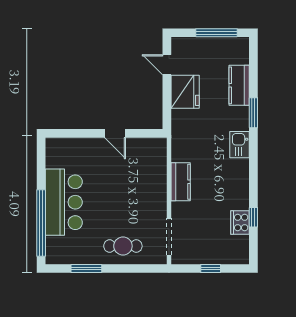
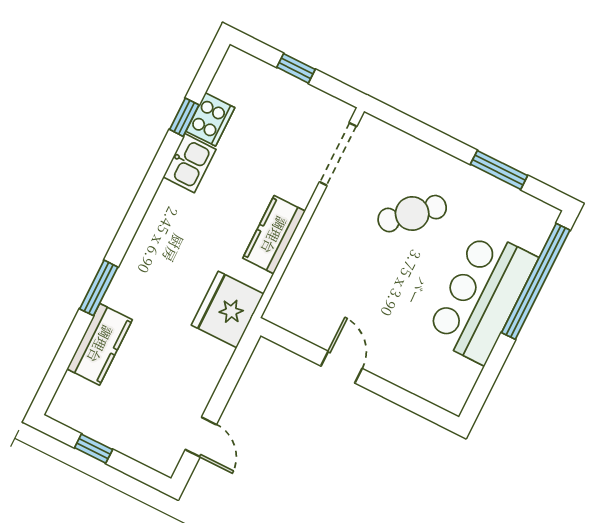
window: (216, 33) -> (94, 449), width x0.46
fridge: (185, 92) -> (228, 310), moved
kitchen sink: (239, 145) -> (190, 163), moved
cafe table: (123, 246) -> (412, 214), moved, turned -42

